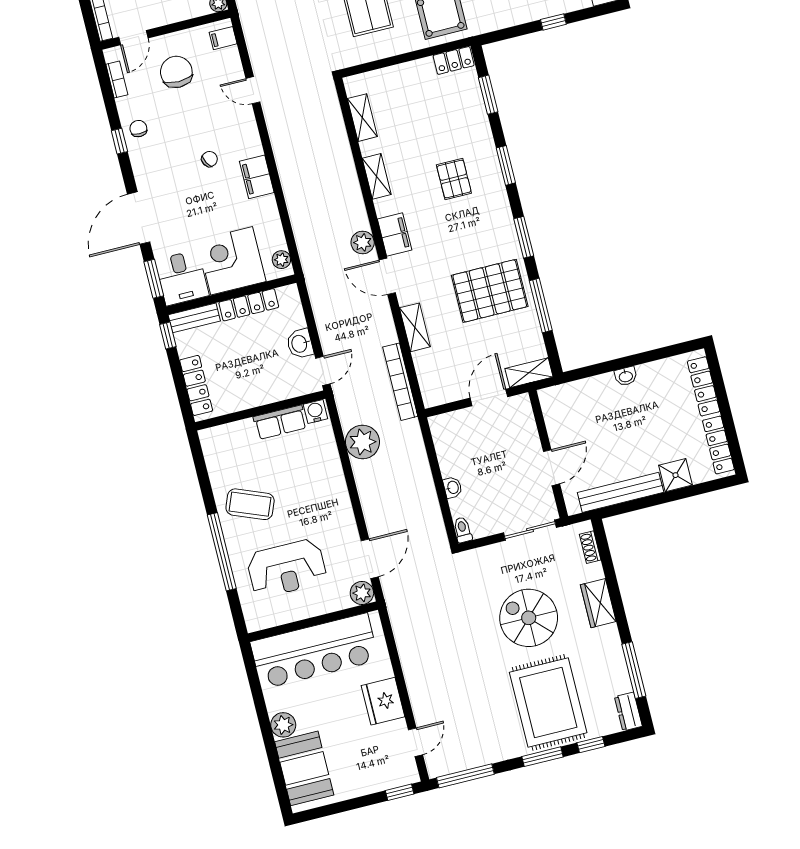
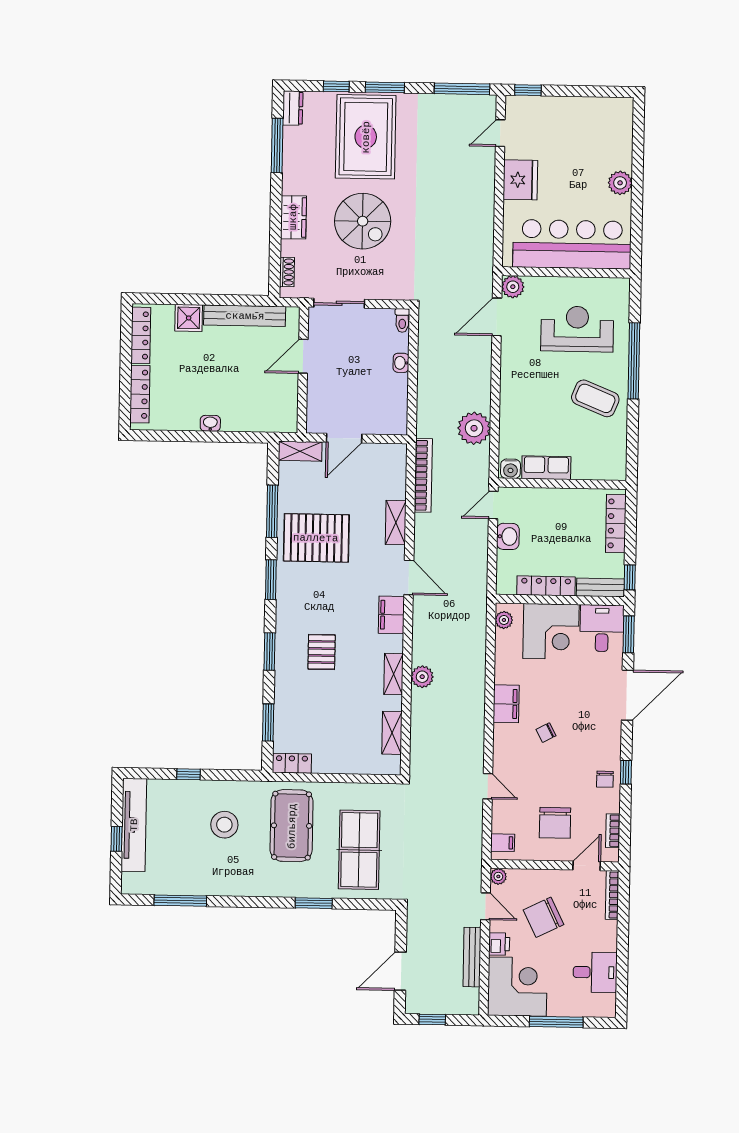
plant: (363, 242) -> (422, 677), moved
booth: (304, 768) -> (611, 137), removed

